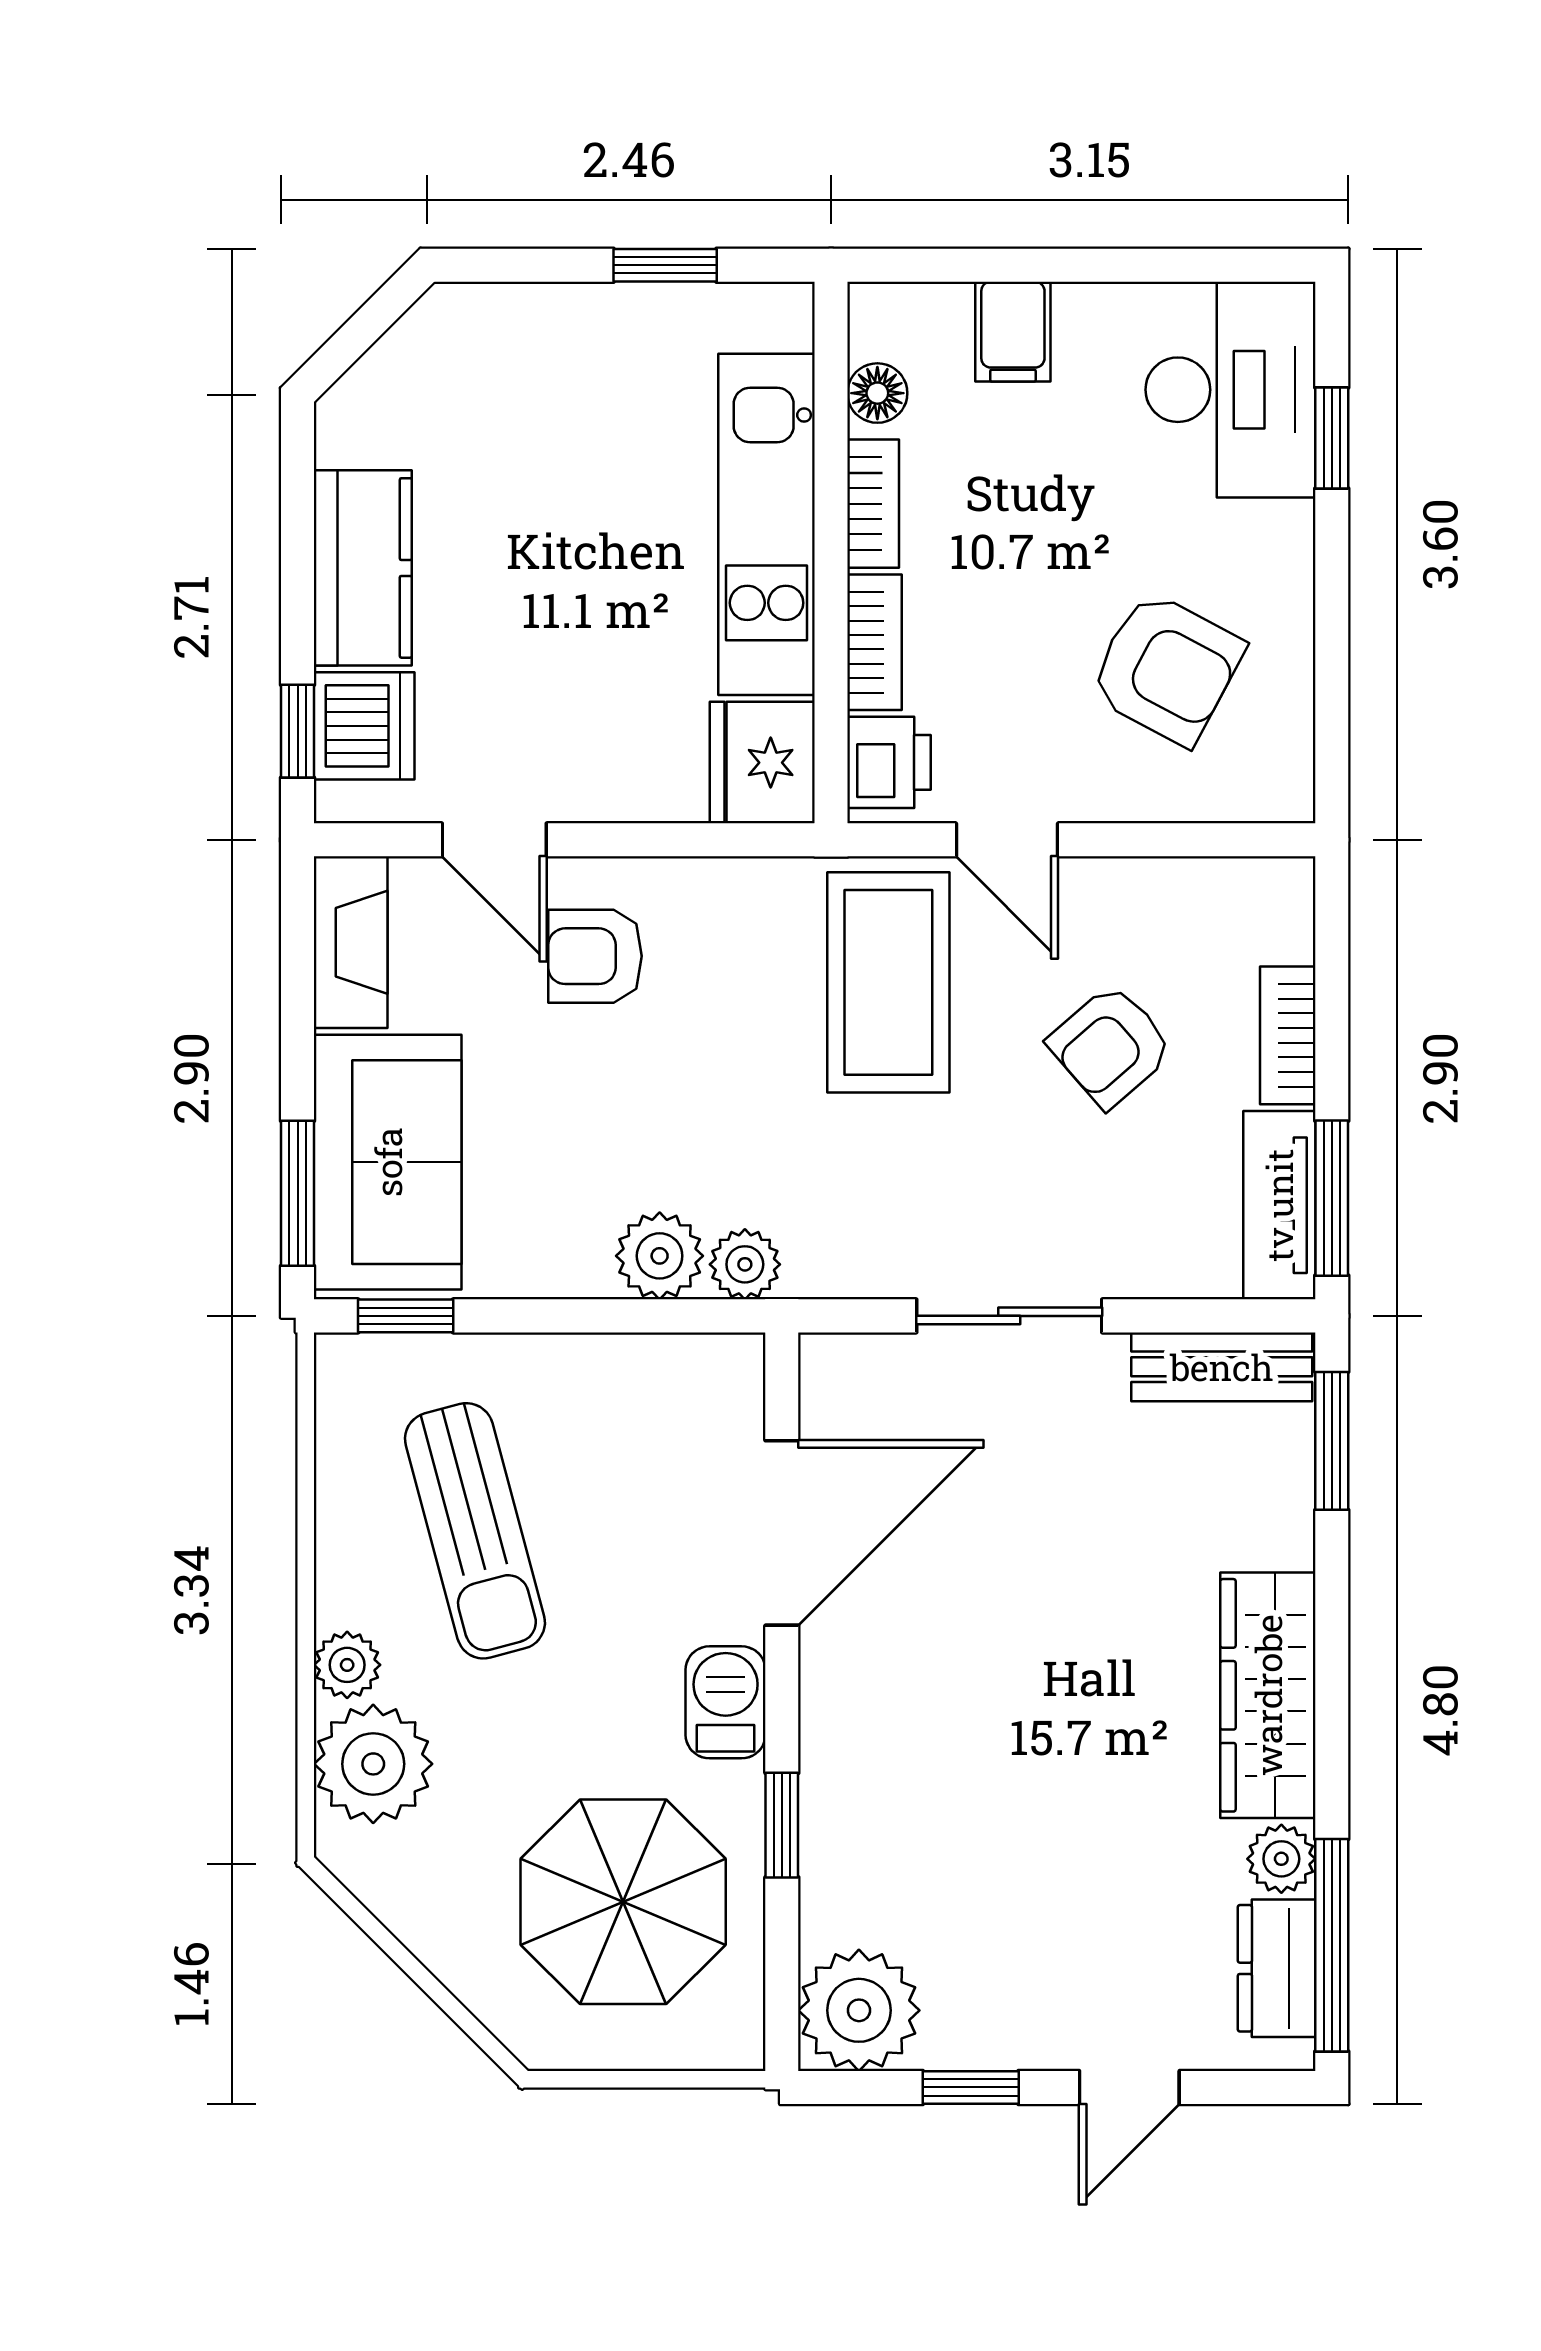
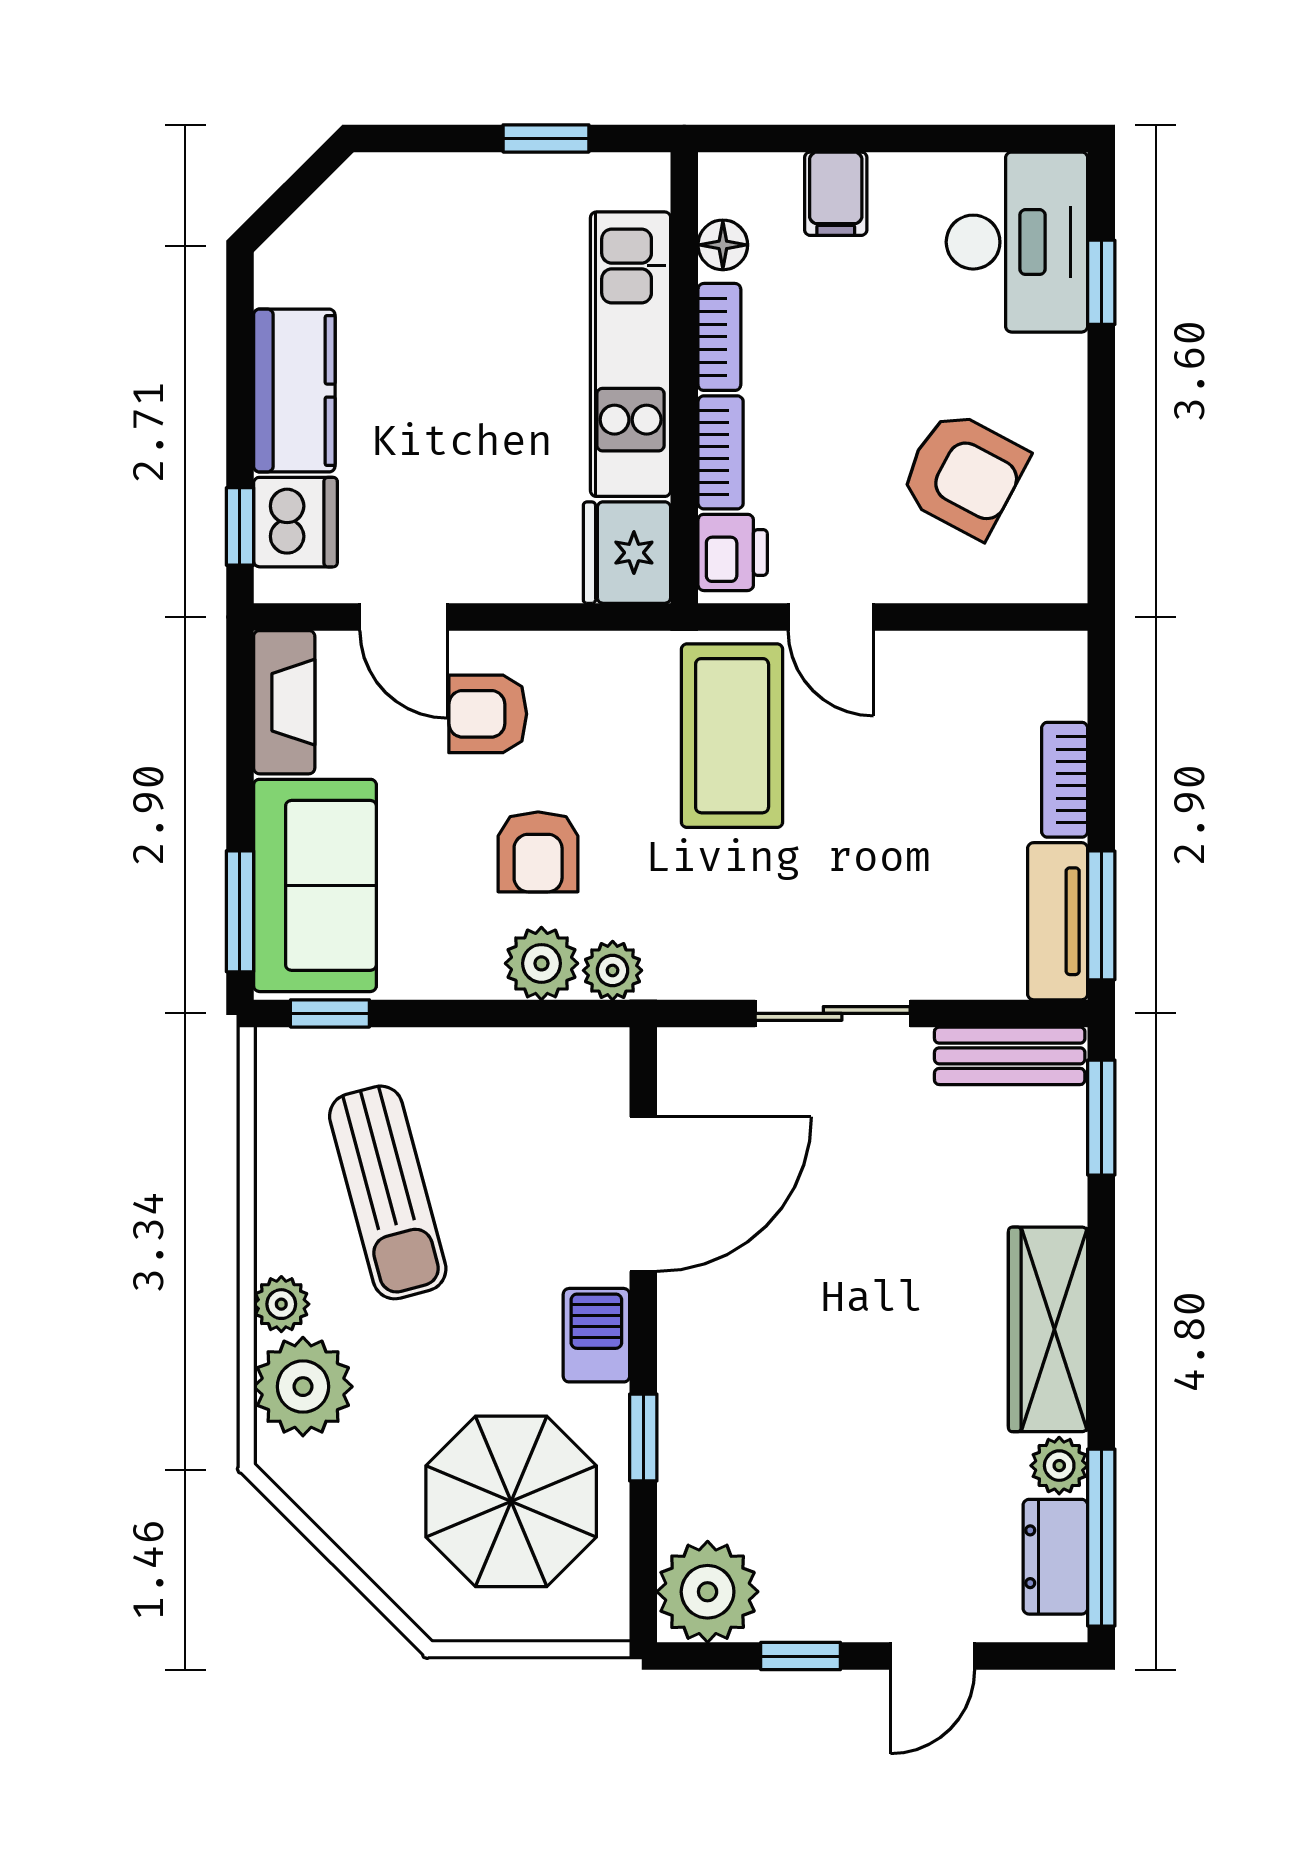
armchair: (1111, 1046) -> (538, 852), moved, turned -49

